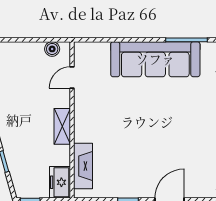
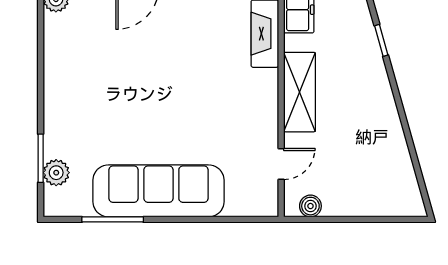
shelving: (62, 126) -> (300, 92), width x1.50, depth x1.33

